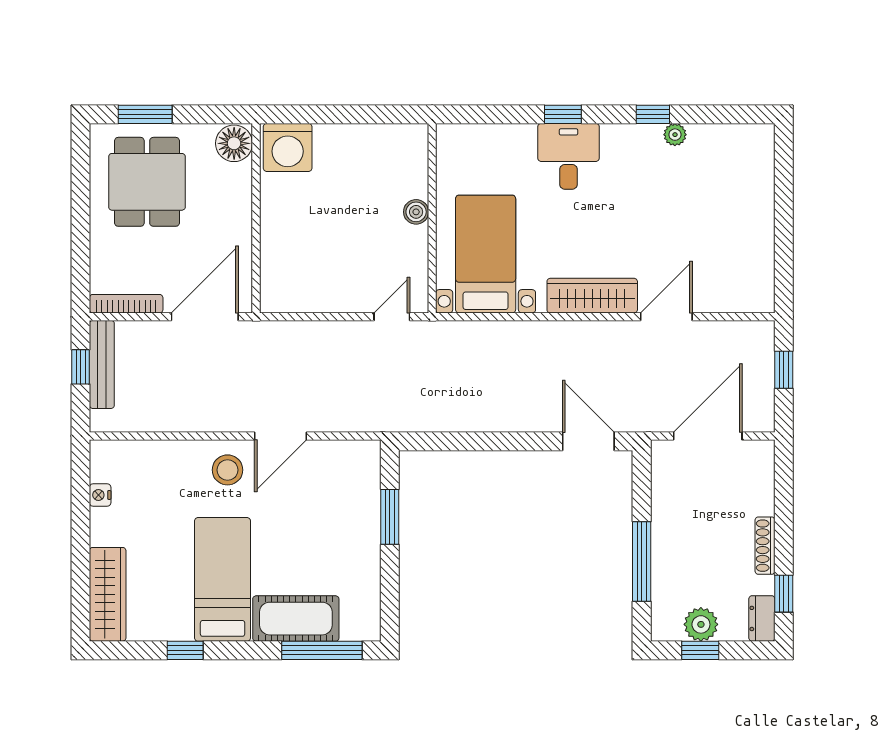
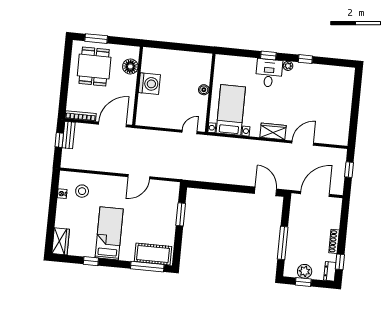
plant: (675, 135) -> (288, 66), moved
floor lamp: (234, 143) -> (130, 67), moved
washing machine: (288, 147) -> (149, 84), moved, turned -90
wardrobe: (592, 296) -> (273, 131), width x0.67
bench: (102, 364) -> (69, 135), width x0.73
stool: (228, 470) -> (82, 191), moved
wardrobe: (108, 594) -> (61, 241), width x0.67
cot: (296, 619) -> (153, 254), moved

